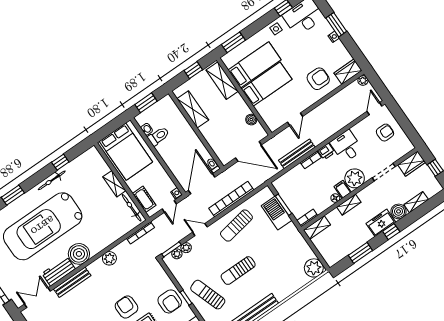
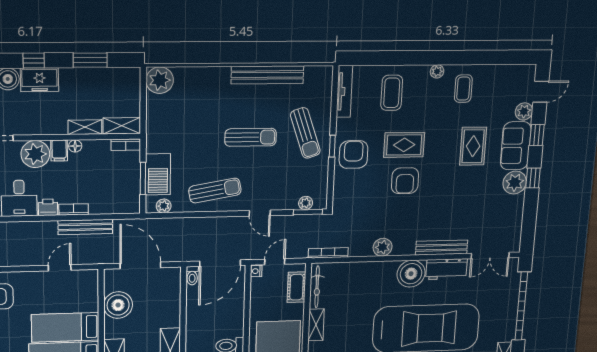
boiler: (251, 120) -> (118, 305), width x1.86, depth x1.86
bookcase: (231, 199) -> (199, 224), removed
shelving: (349, 205) -> (85, 127), moved
plant: (186, 248) -> (164, 206), moved

